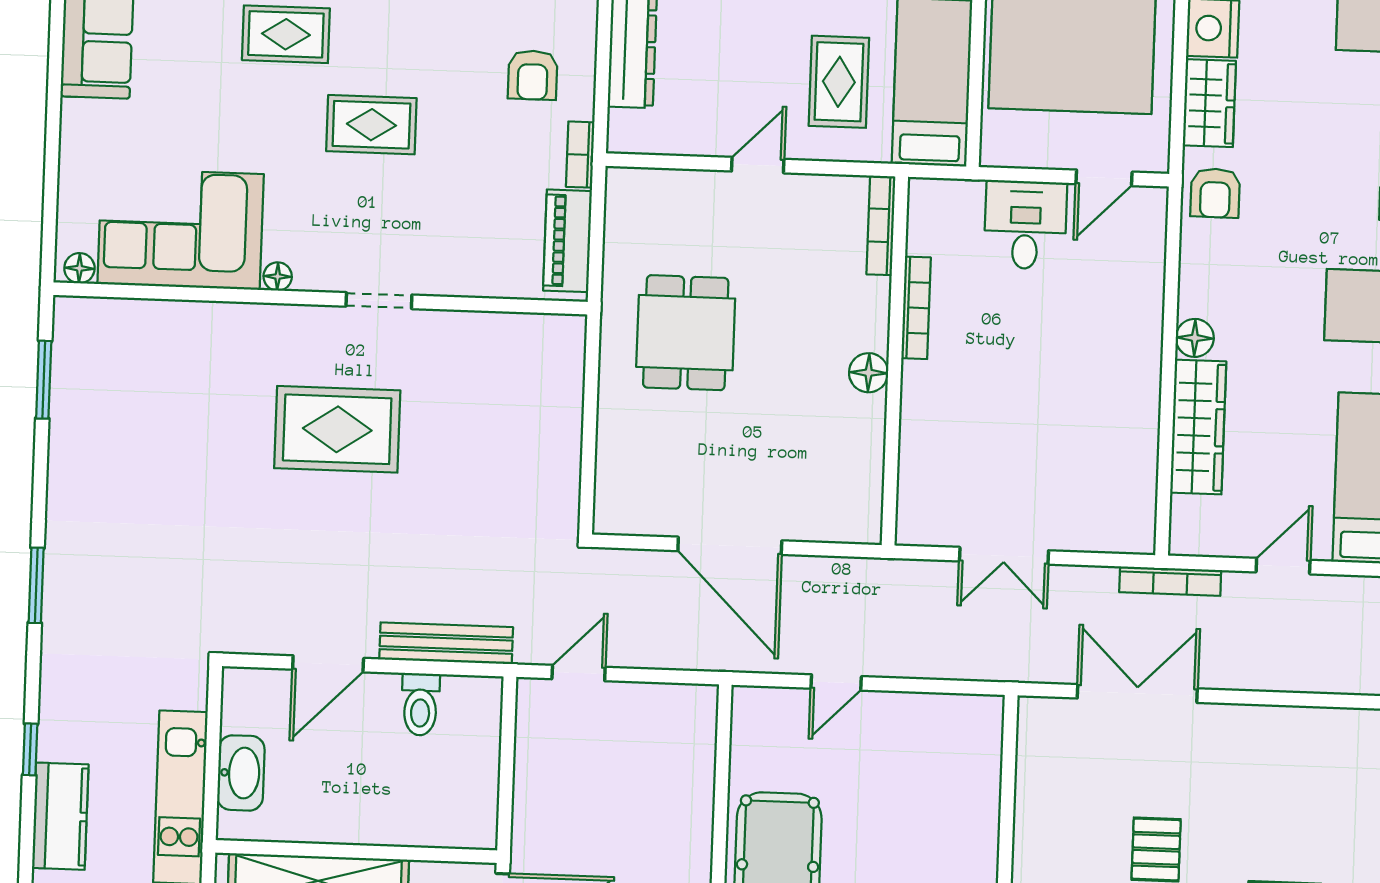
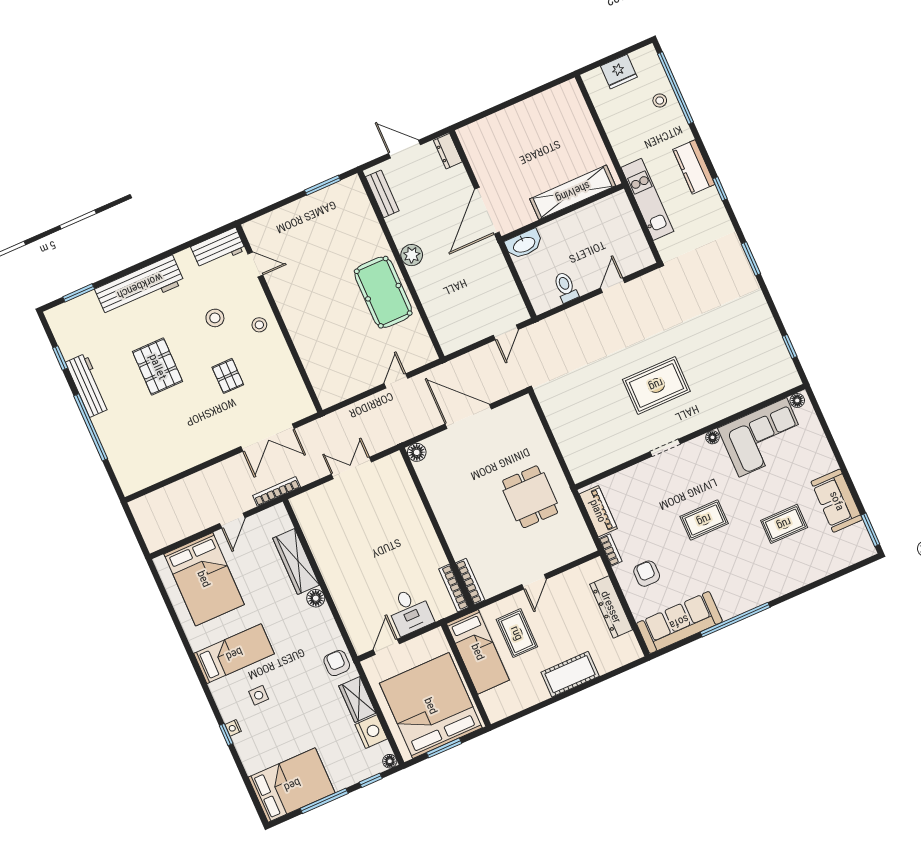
rug: (286, 34) -> (784, 524), moved
bookcase: (916, 308) -> (454, 588), moved
floor lamp: (869, 373) -> (417, 452), moved
window: (44, 380) -> (790, 346), width x0.67
bench: (446, 643) -> (567, 318), removed
door: (328, 664) -> (613, 285), width x0.73
washbasin: (241, 773) -> (524, 244), moved, turned -90

